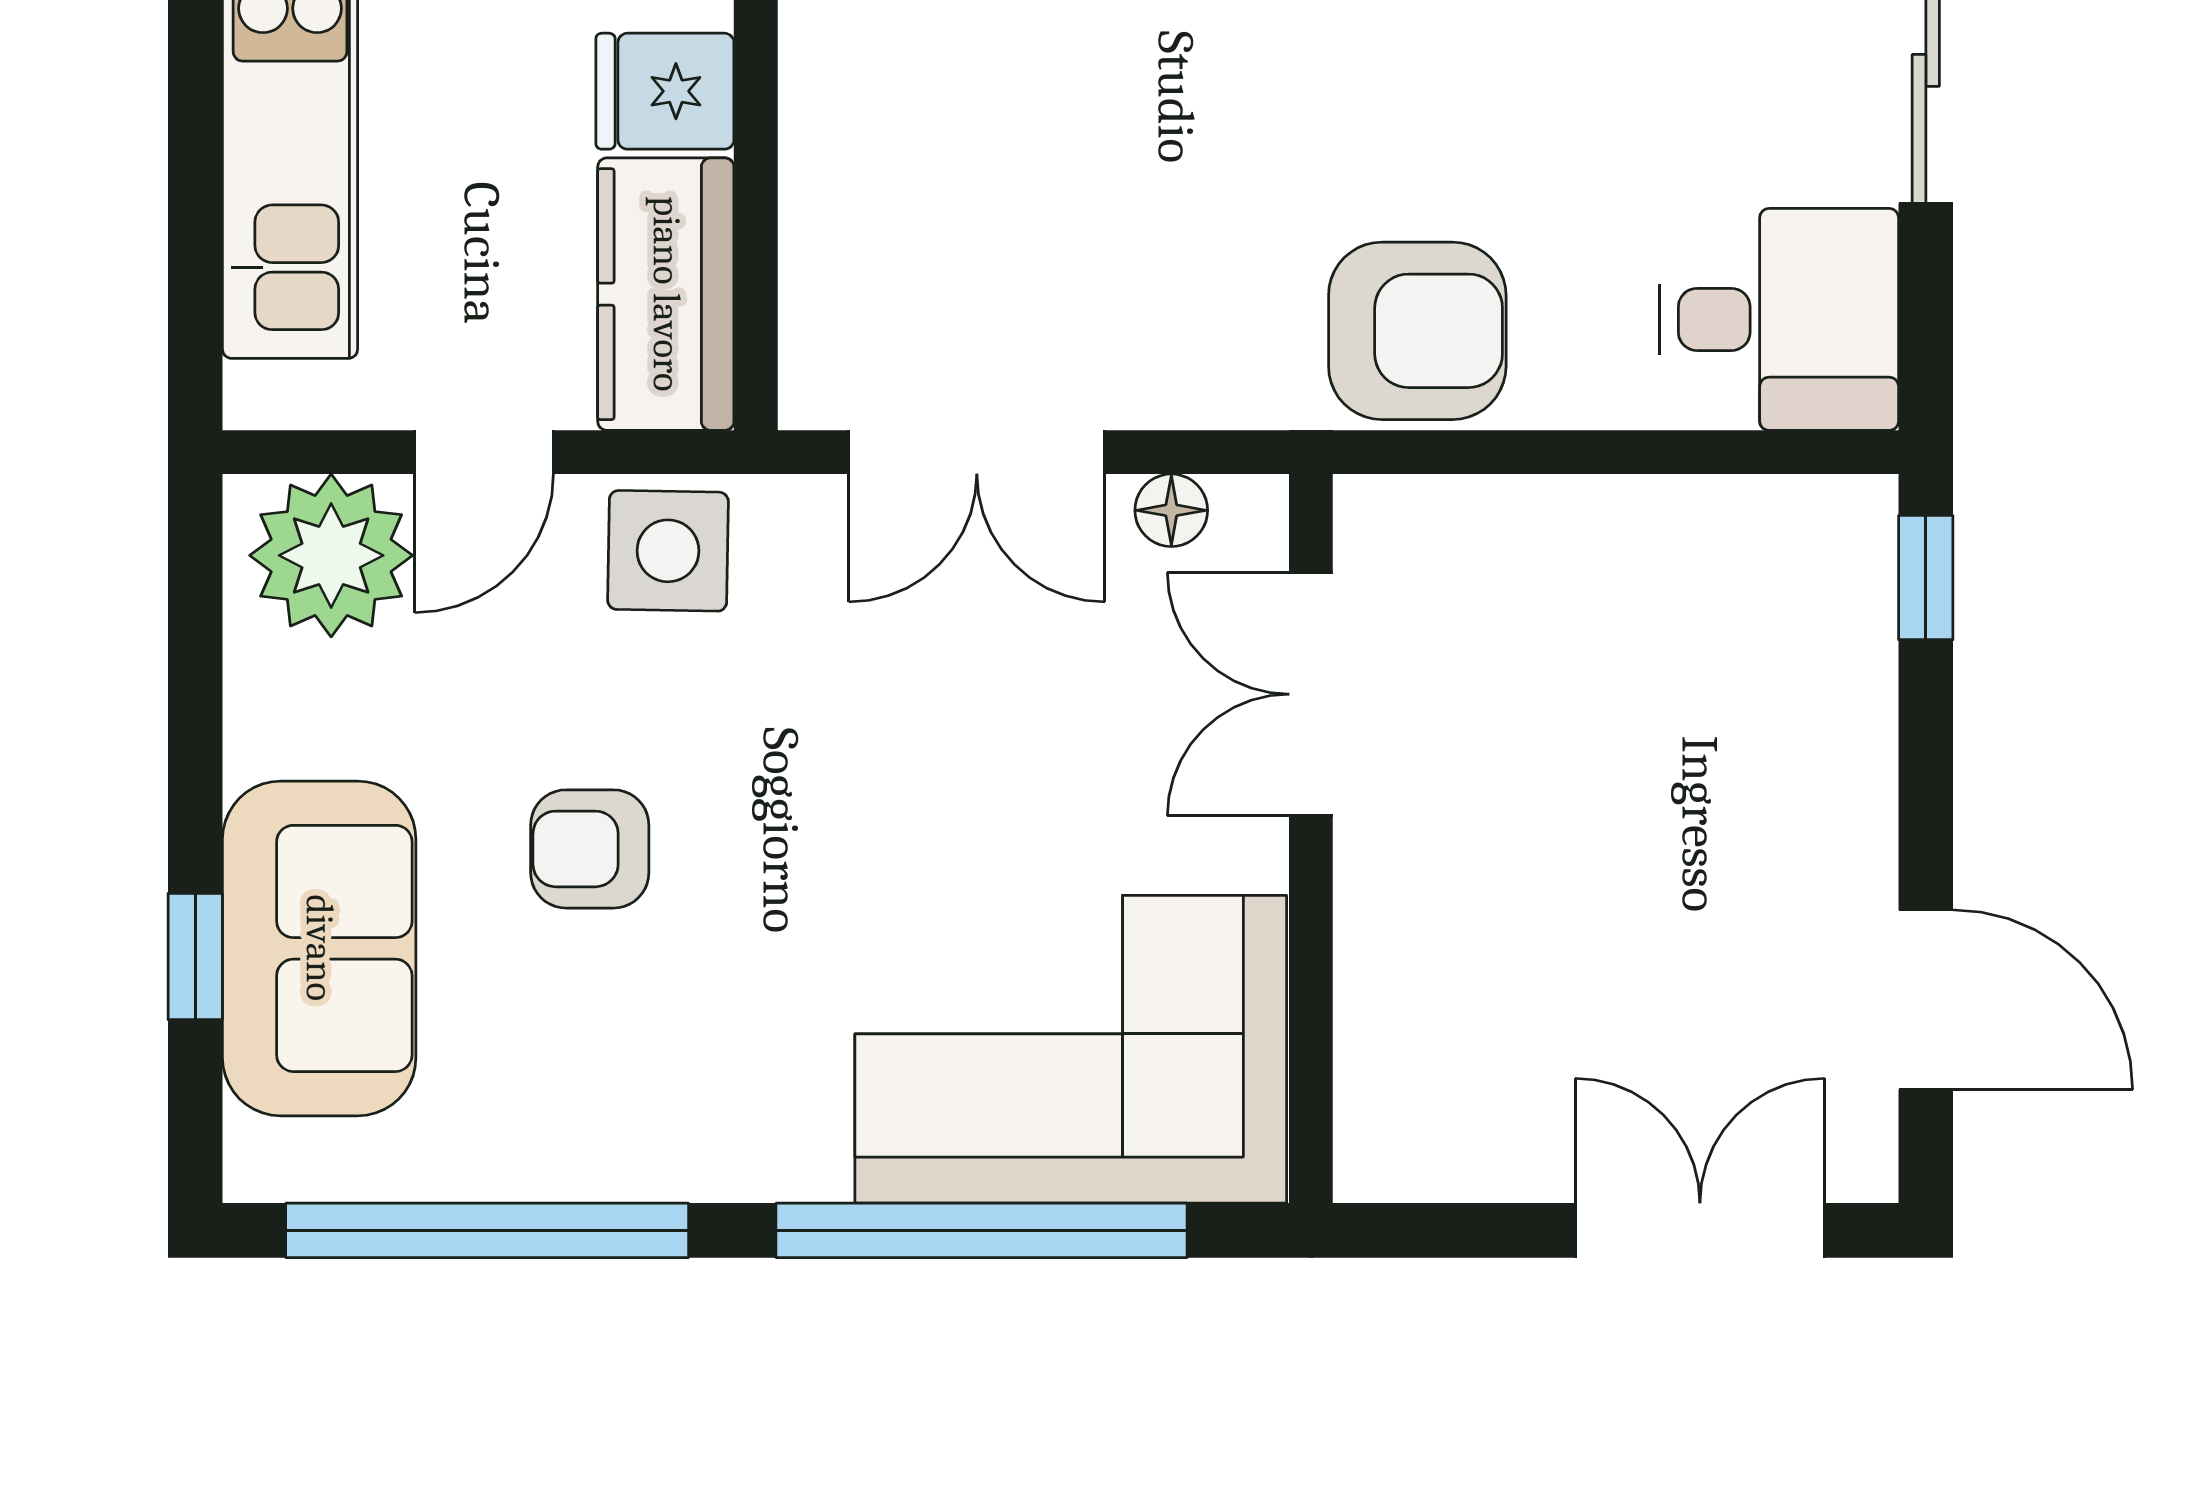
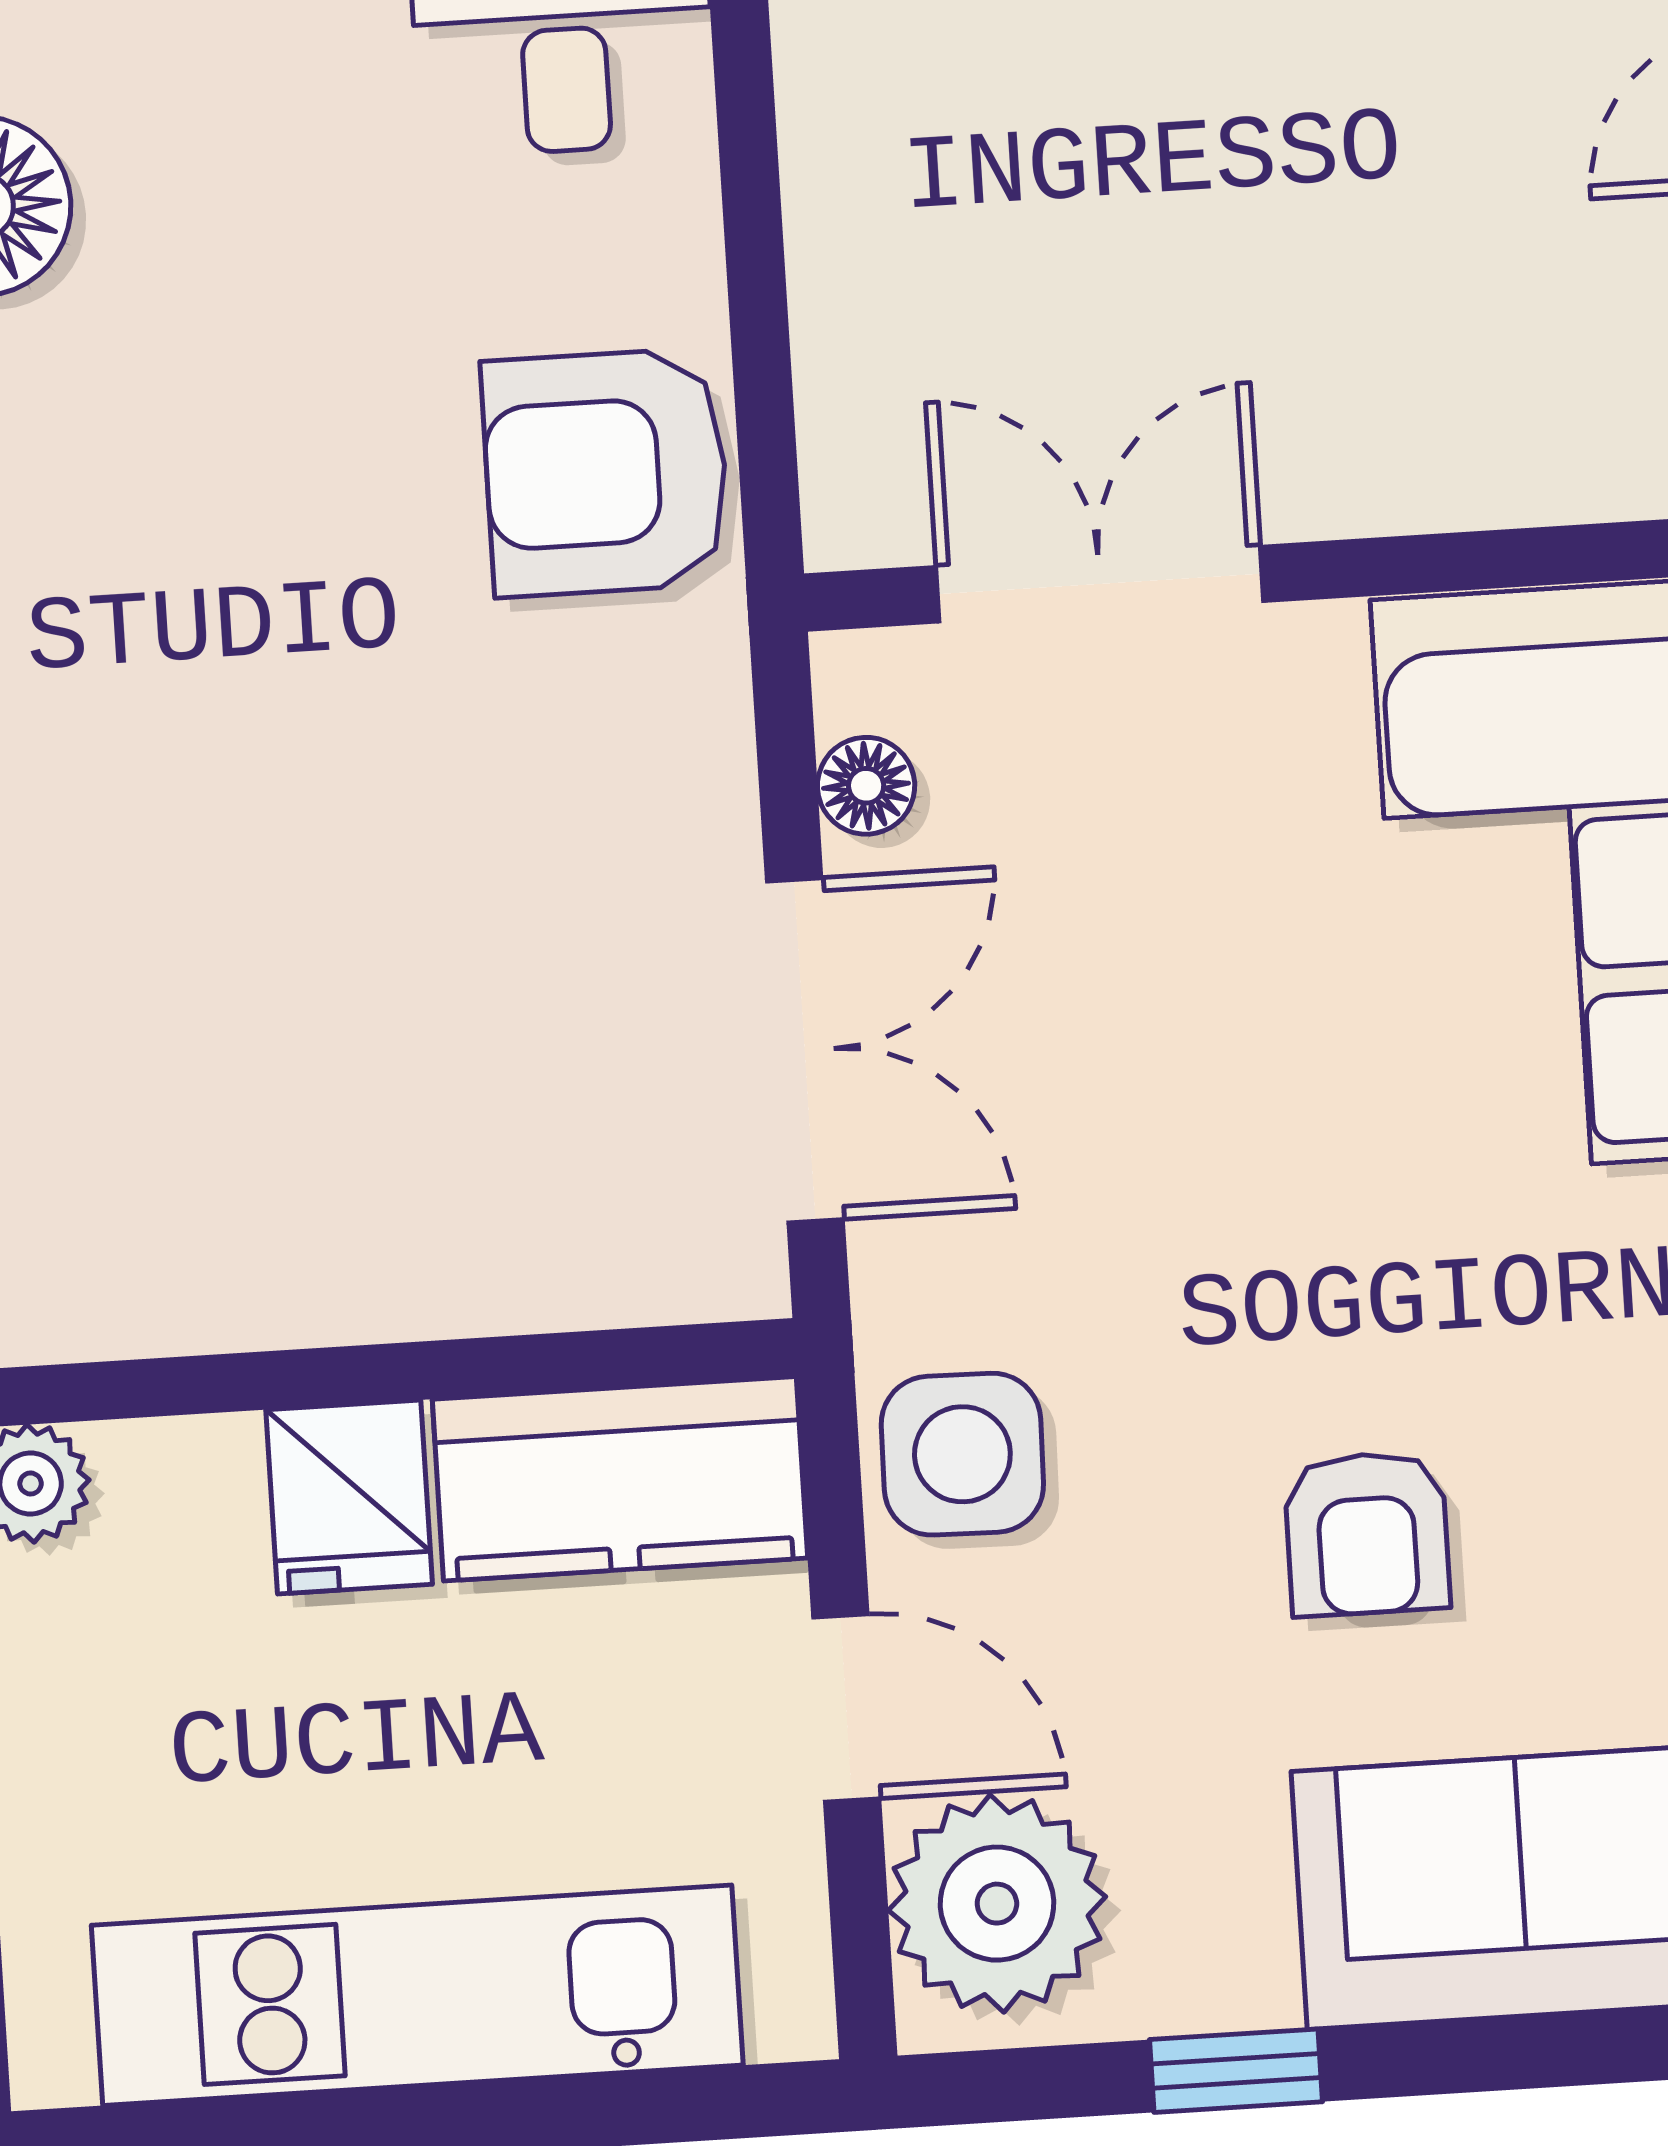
armchair: (1417, 331) -> (606, 472), turned -90
double door: (1311, 694) -> (1100, 584), swing flipped
window: (195, 957) -> (1236, 2071), moved

